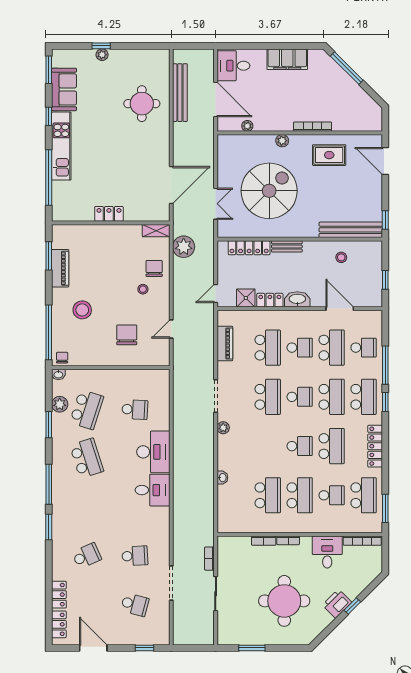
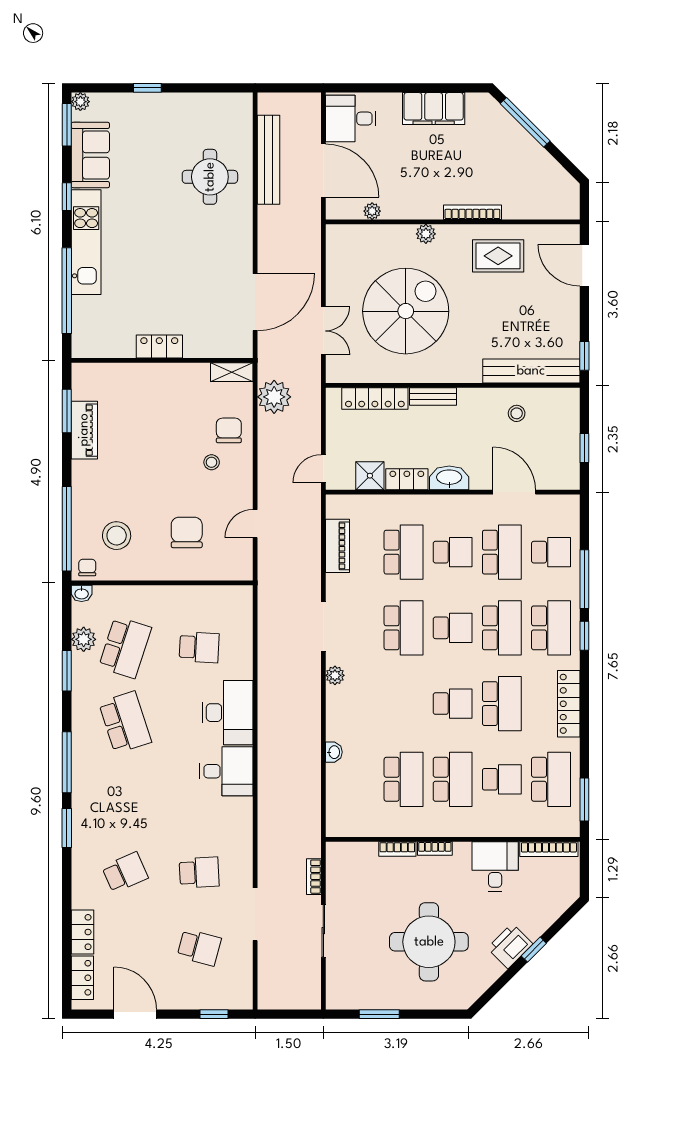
plant: (102, 55) -> (80, 102), moved
stool: (82, 310) -> (117, 536), moved

